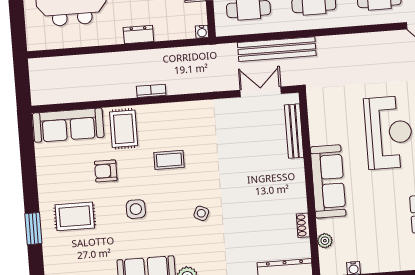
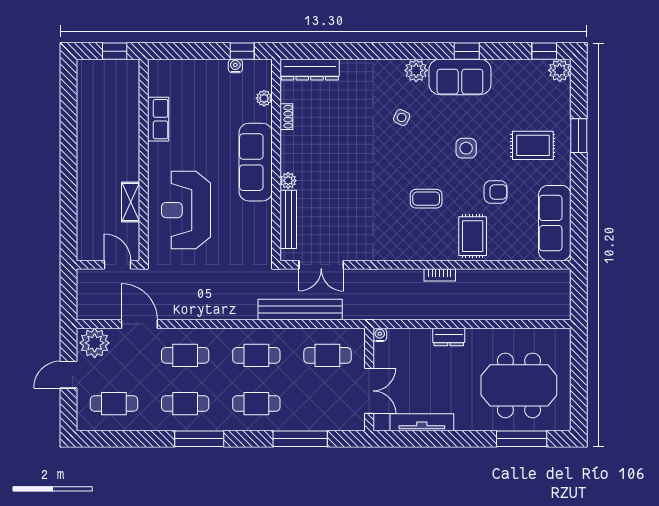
sofa: (68, 125) -> (555, 223), moved, turned -90
plant: (297, 167) -> (288, 181), added
side table: (201, 213) -> (402, 117), moved

